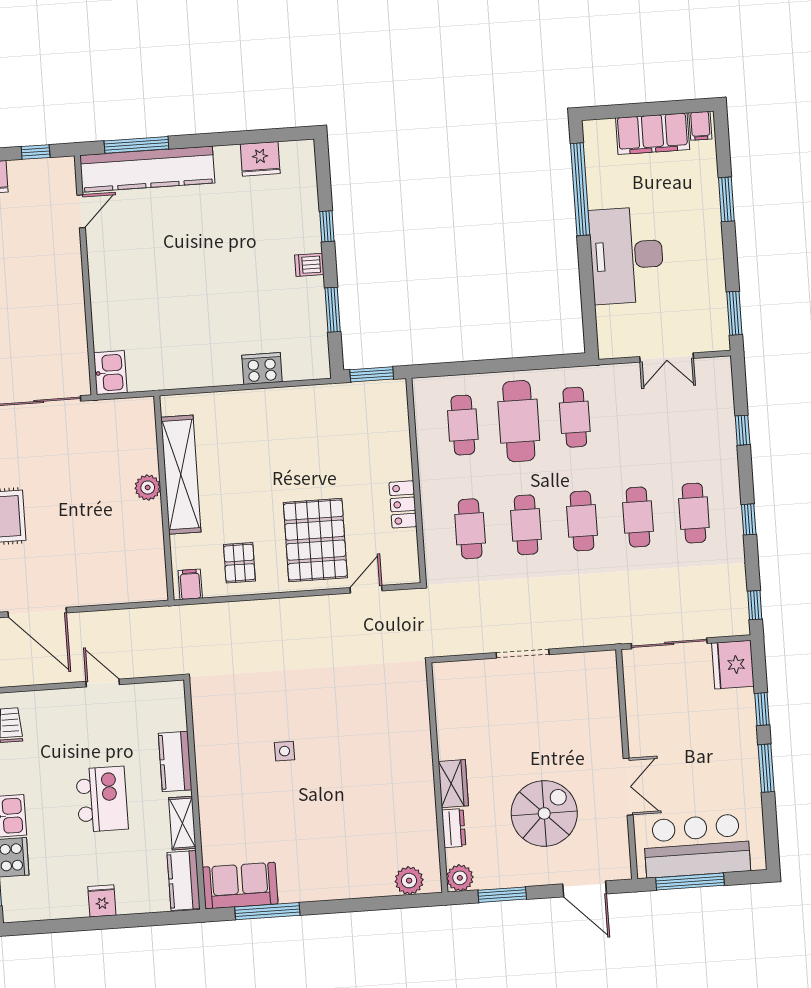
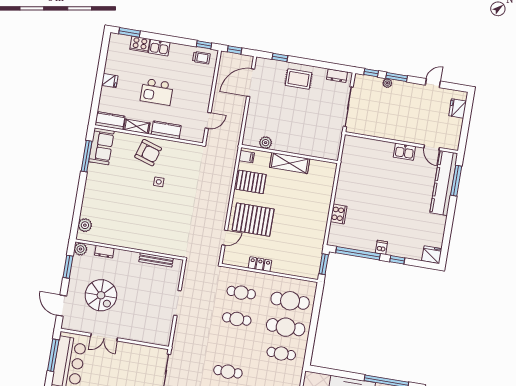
window: (36, 152) -> (464, 133), removed
fridge: (260, 159) -> (432, 255), moved, turned 90
window: (333, 310) -> (358, 253), width x2.11
kitchen sink: (110, 373) -> (404, 152), moved
cafe table: (463, 425) -> (290, 301), width x1.37, depth x1.35
shelving: (181, 475) -> (290, 163), width x0.68
plant: (148, 487) -> (266, 143), moved
cafe table: (582, 521) -> (232, 345), removed
pallet: (239, 563) -> (251, 182), width x1.50, depth x1.42
door: (366, 589) -> (225, 238), hinge flipped
door: (103, 683) -> (208, 120), moved
bench: (445, 718) -> (156, 260), added
wardrobe: (453, 784) -> (125, 256), removed
armchair: (230, 787) -> (148, 153), added
door: (585, 889) -> (62, 306), hinge flipped

